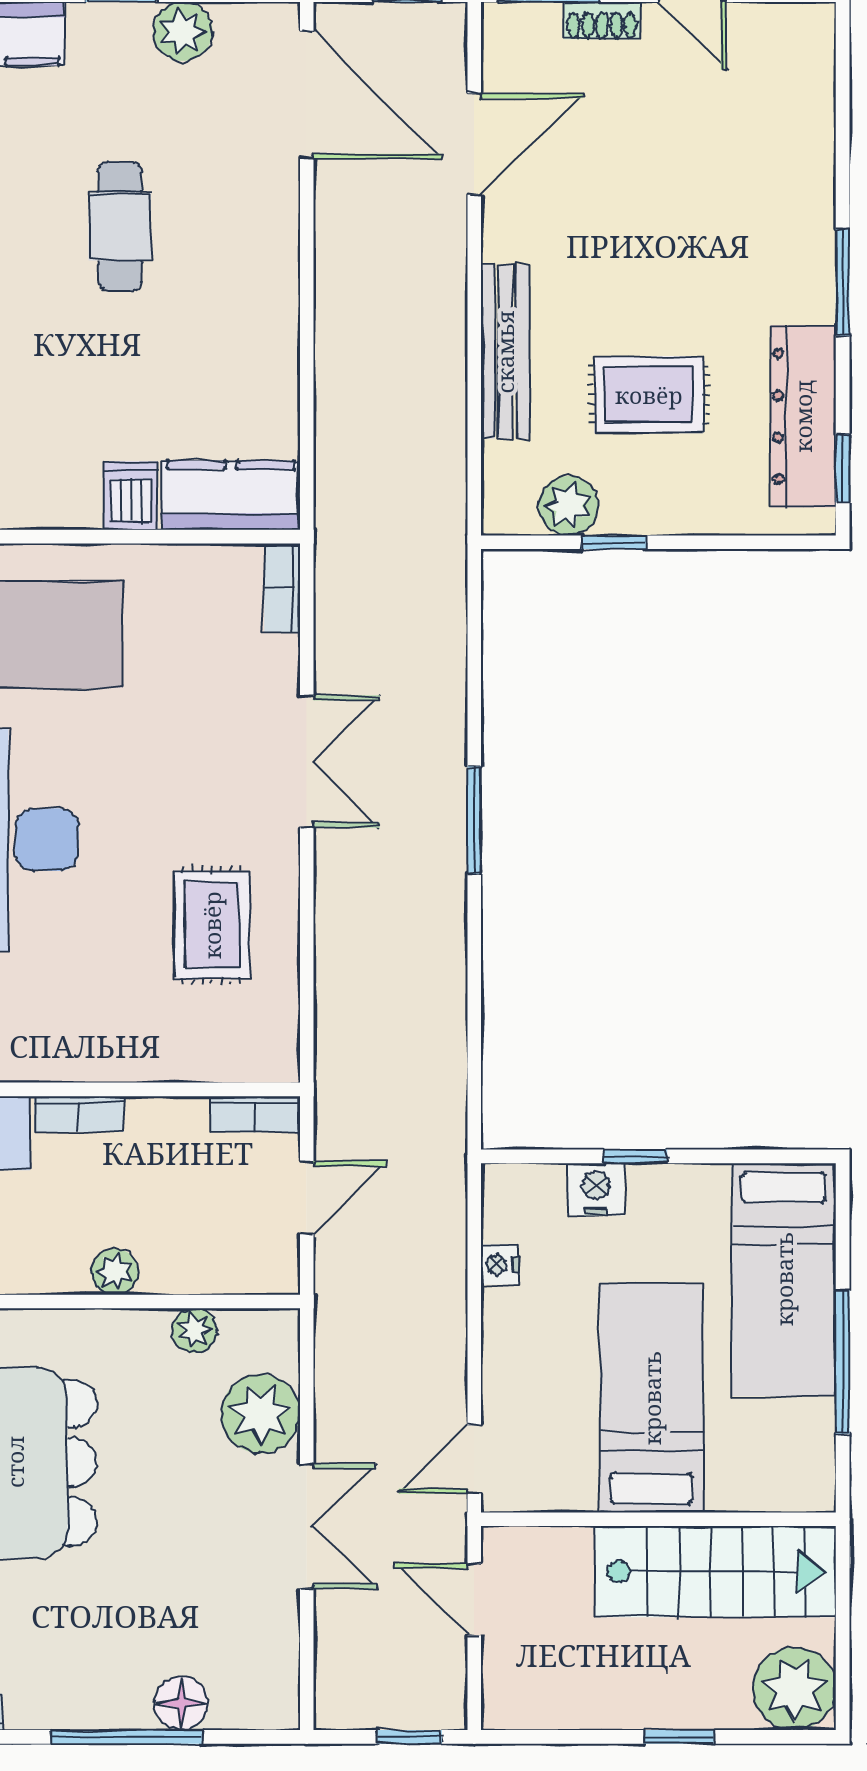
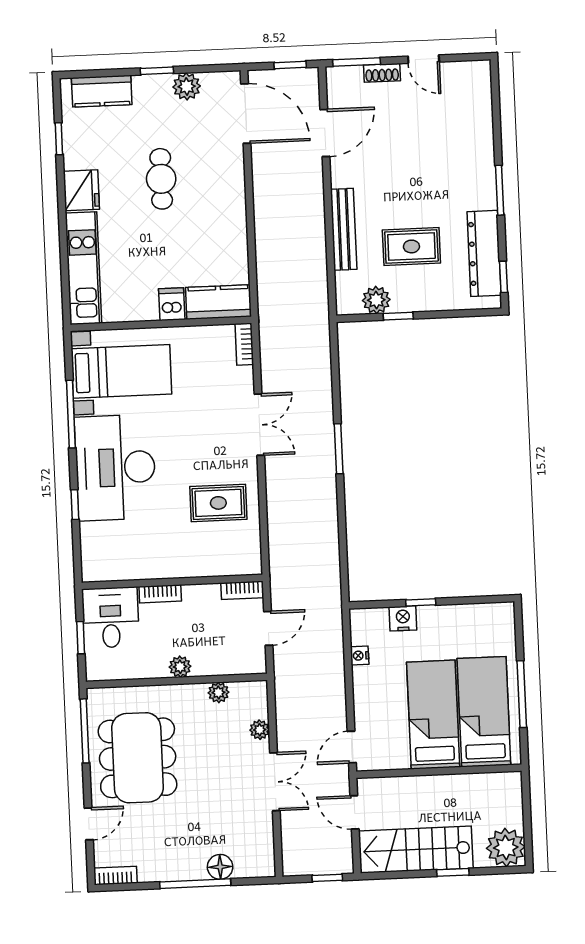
rug: (212, 925) -> (218, 503), turned 90
bed: (784, 1279) -> (484, 712), moved, turned 180
plant: (261, 1414) -> (260, 730), width x0.53, depth x0.53
stairs: (715, 1571) -> (416, 850), moved, turned 180

